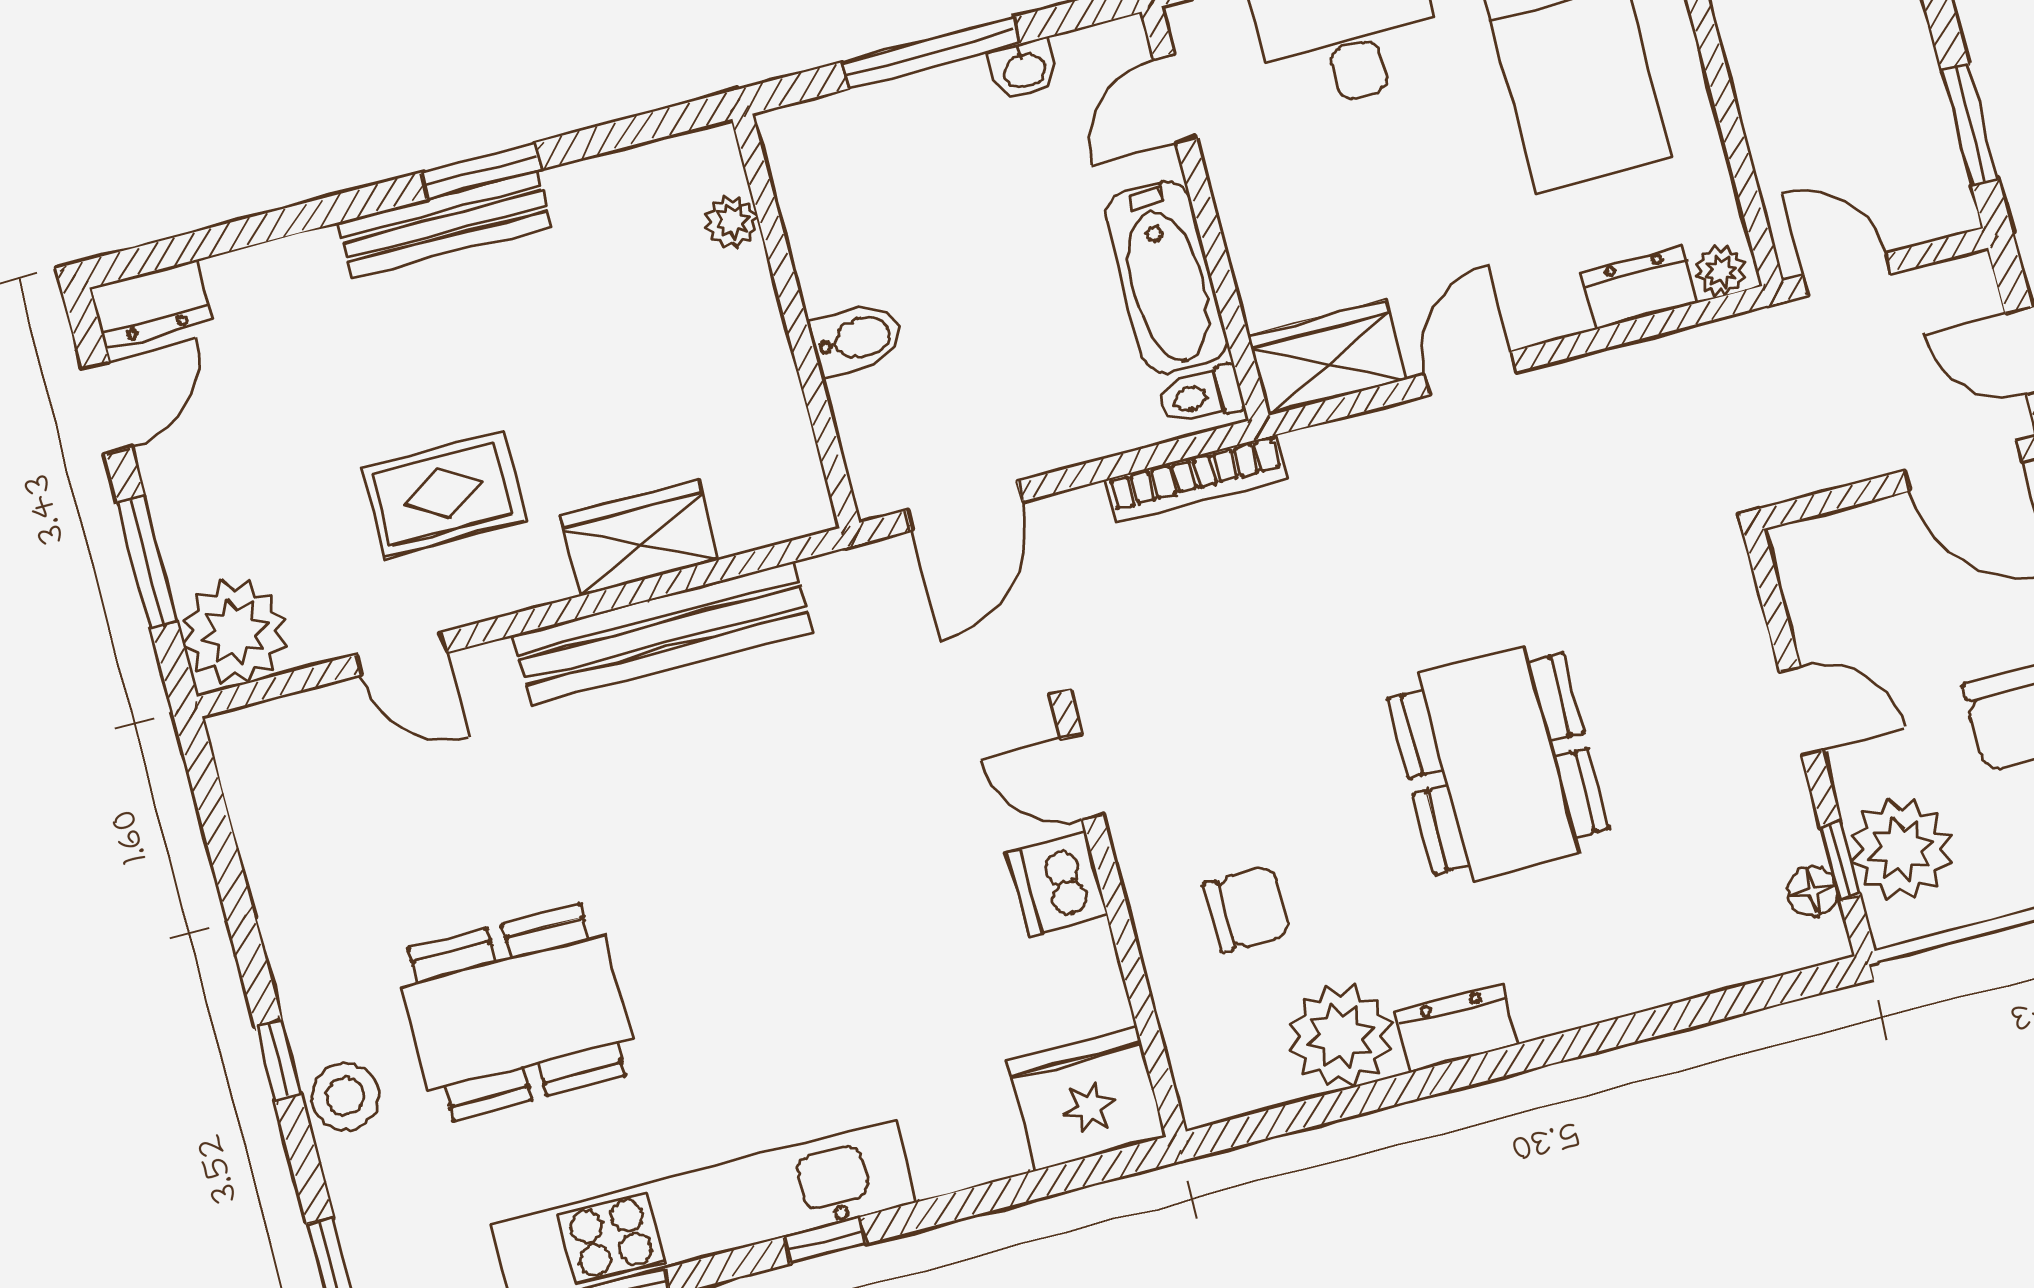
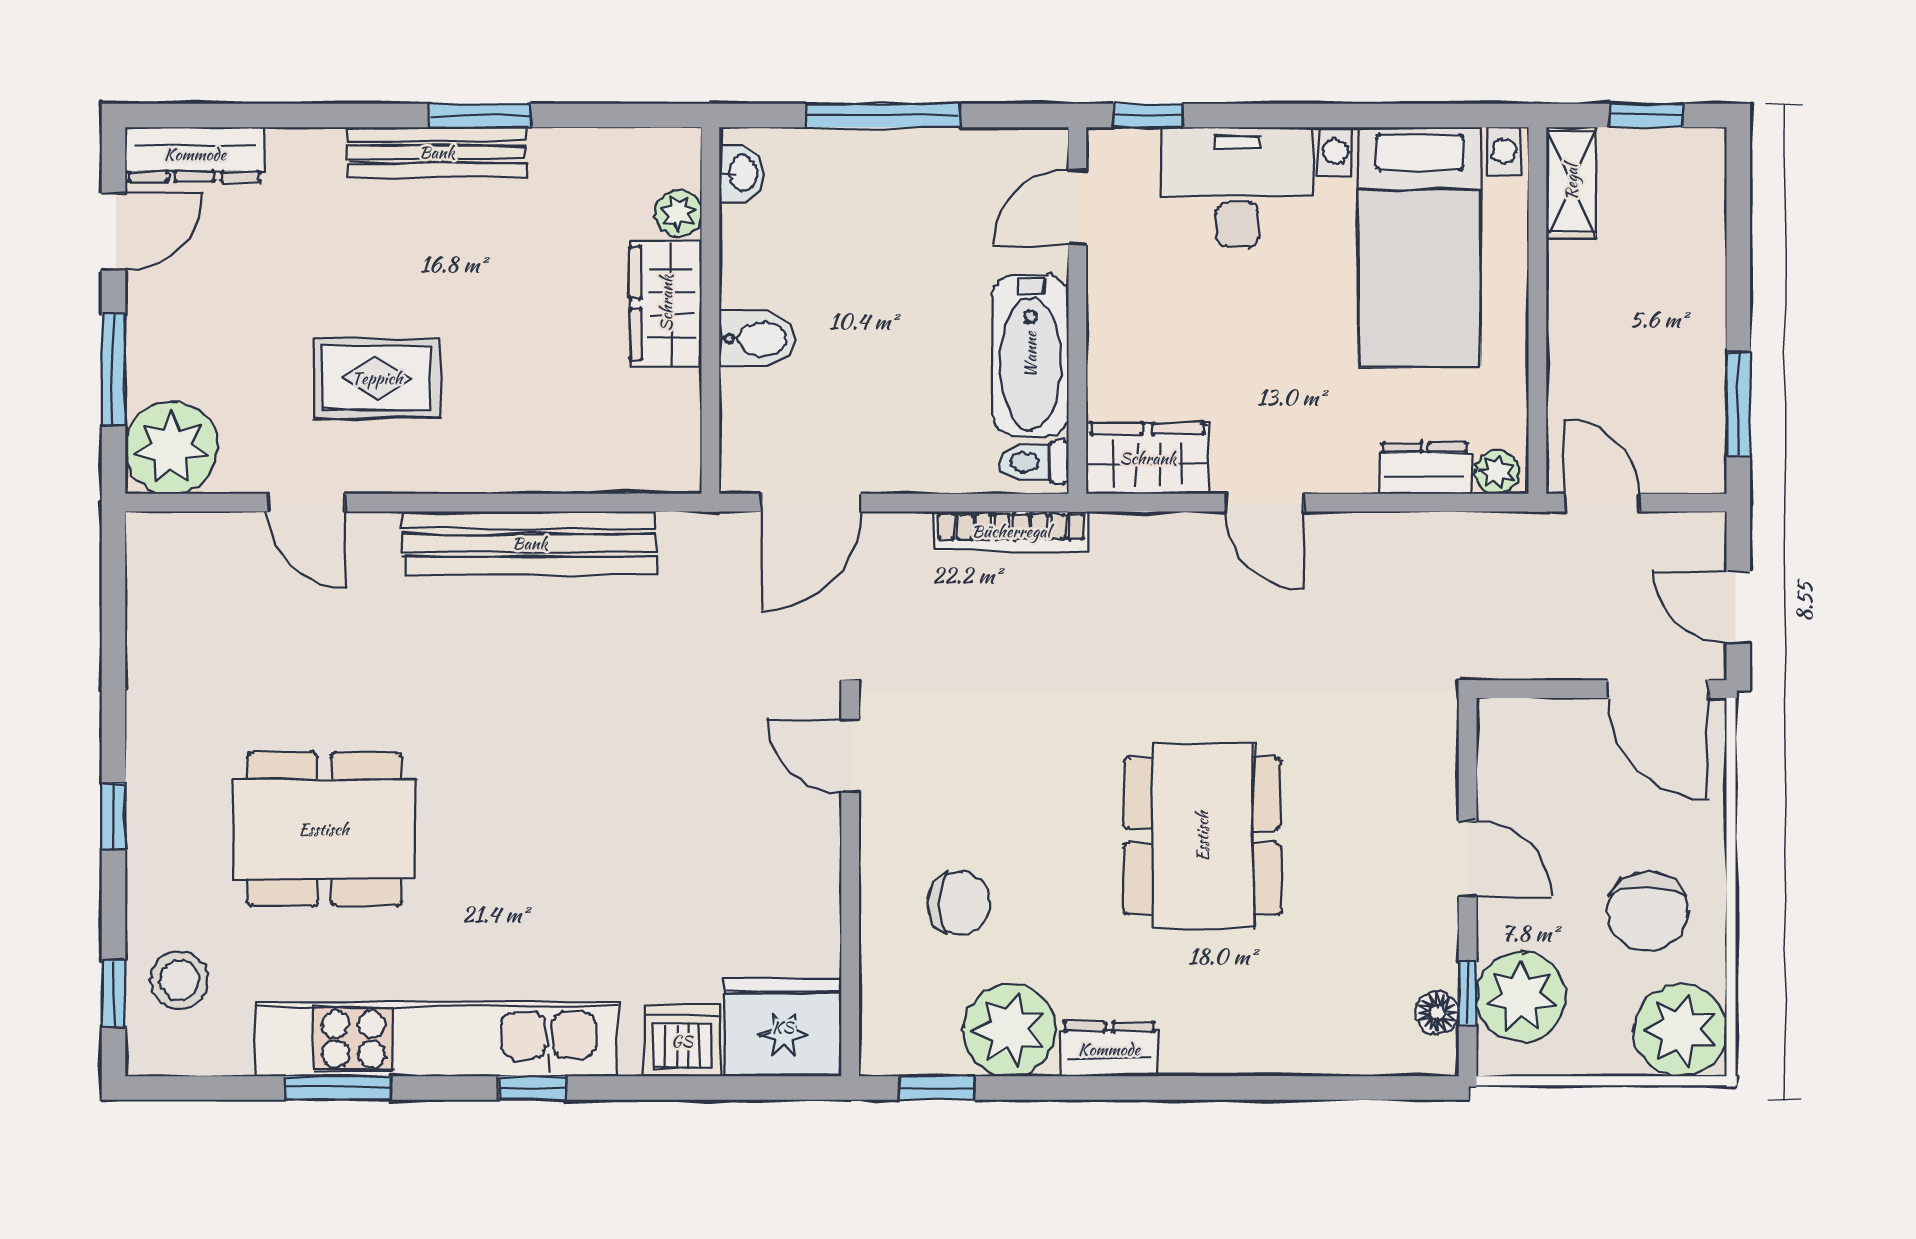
washbasin: (1024, 69) -> (742, 173), moved, turned -90
dresser: (151, 304) -> (195, 154), width x1.44
door: (1470, 373) -> (1264, 503), swing flipped
wardrobe: (639, 538) -> (666, 303), moved, turned -90
dishwasher: (1058, 884) -> (682, 1041), moved, turned 90
stool: (345, 1096) -> (179, 980), moved
window: (1276, 1122) -> (937, 1088), added

